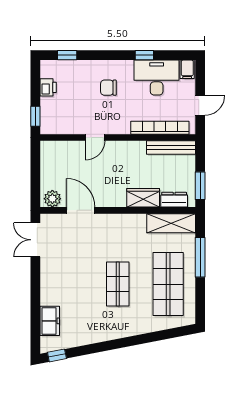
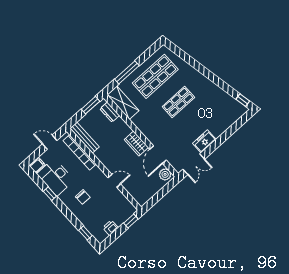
wardrobe: (143, 198) -> (136, 144), moved
freezer: (50, 321) -> (204, 141), moved

